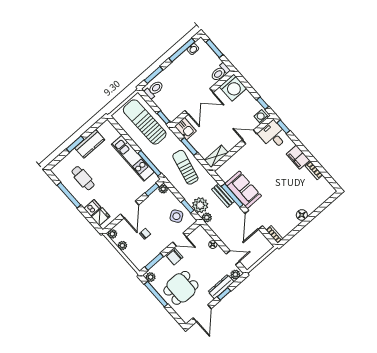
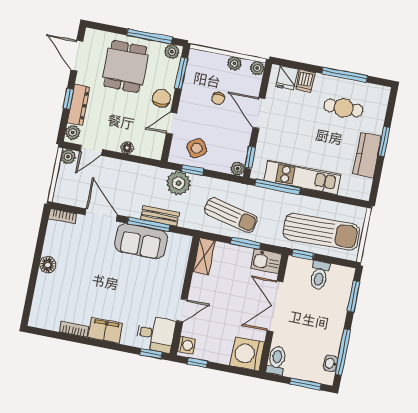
toilet: (154, 89) -> (319, 275), moved
plant: (207, 217) -> (68, 157), moved

